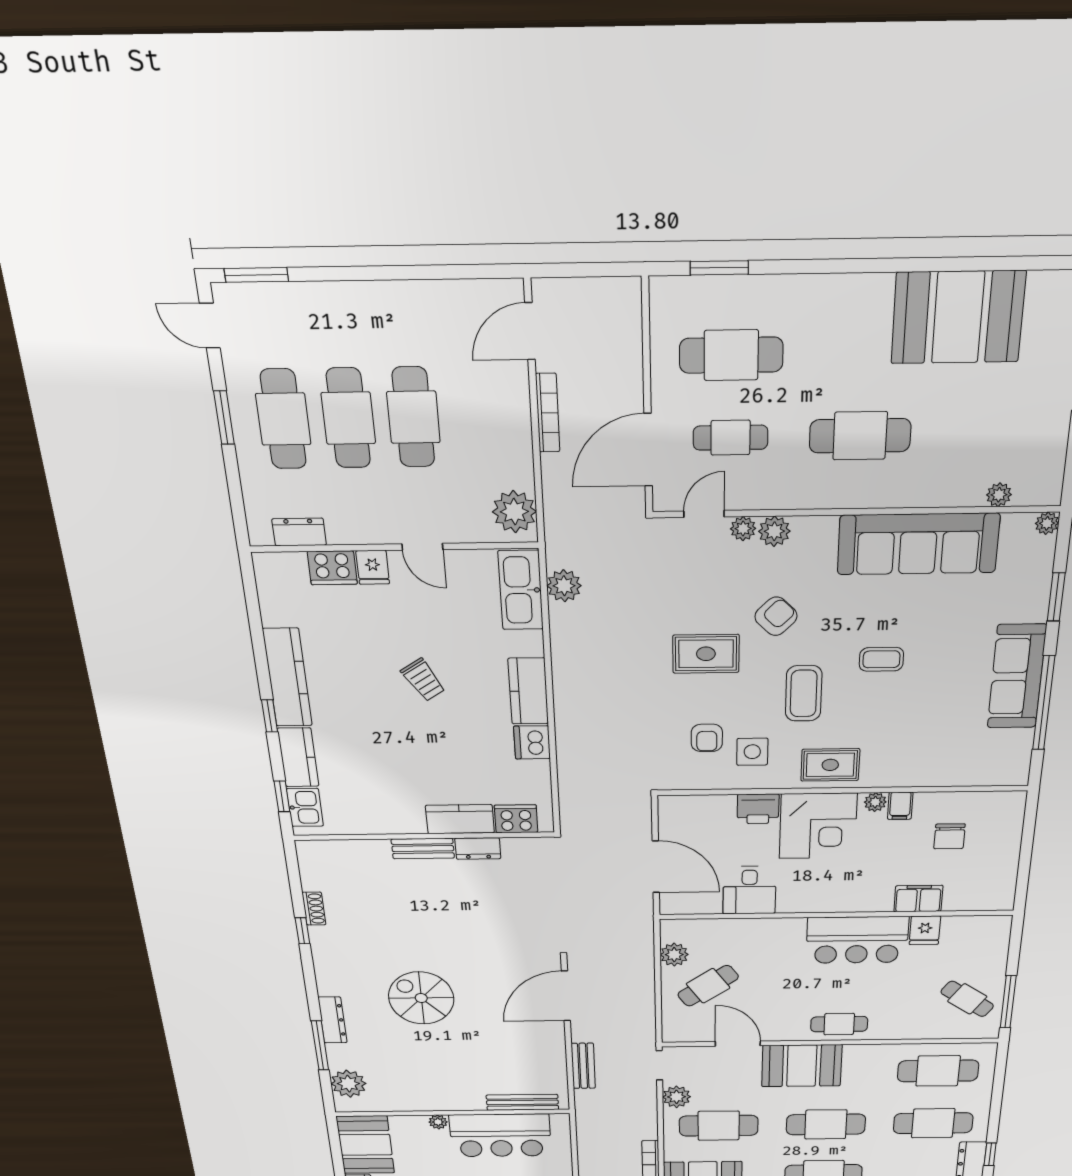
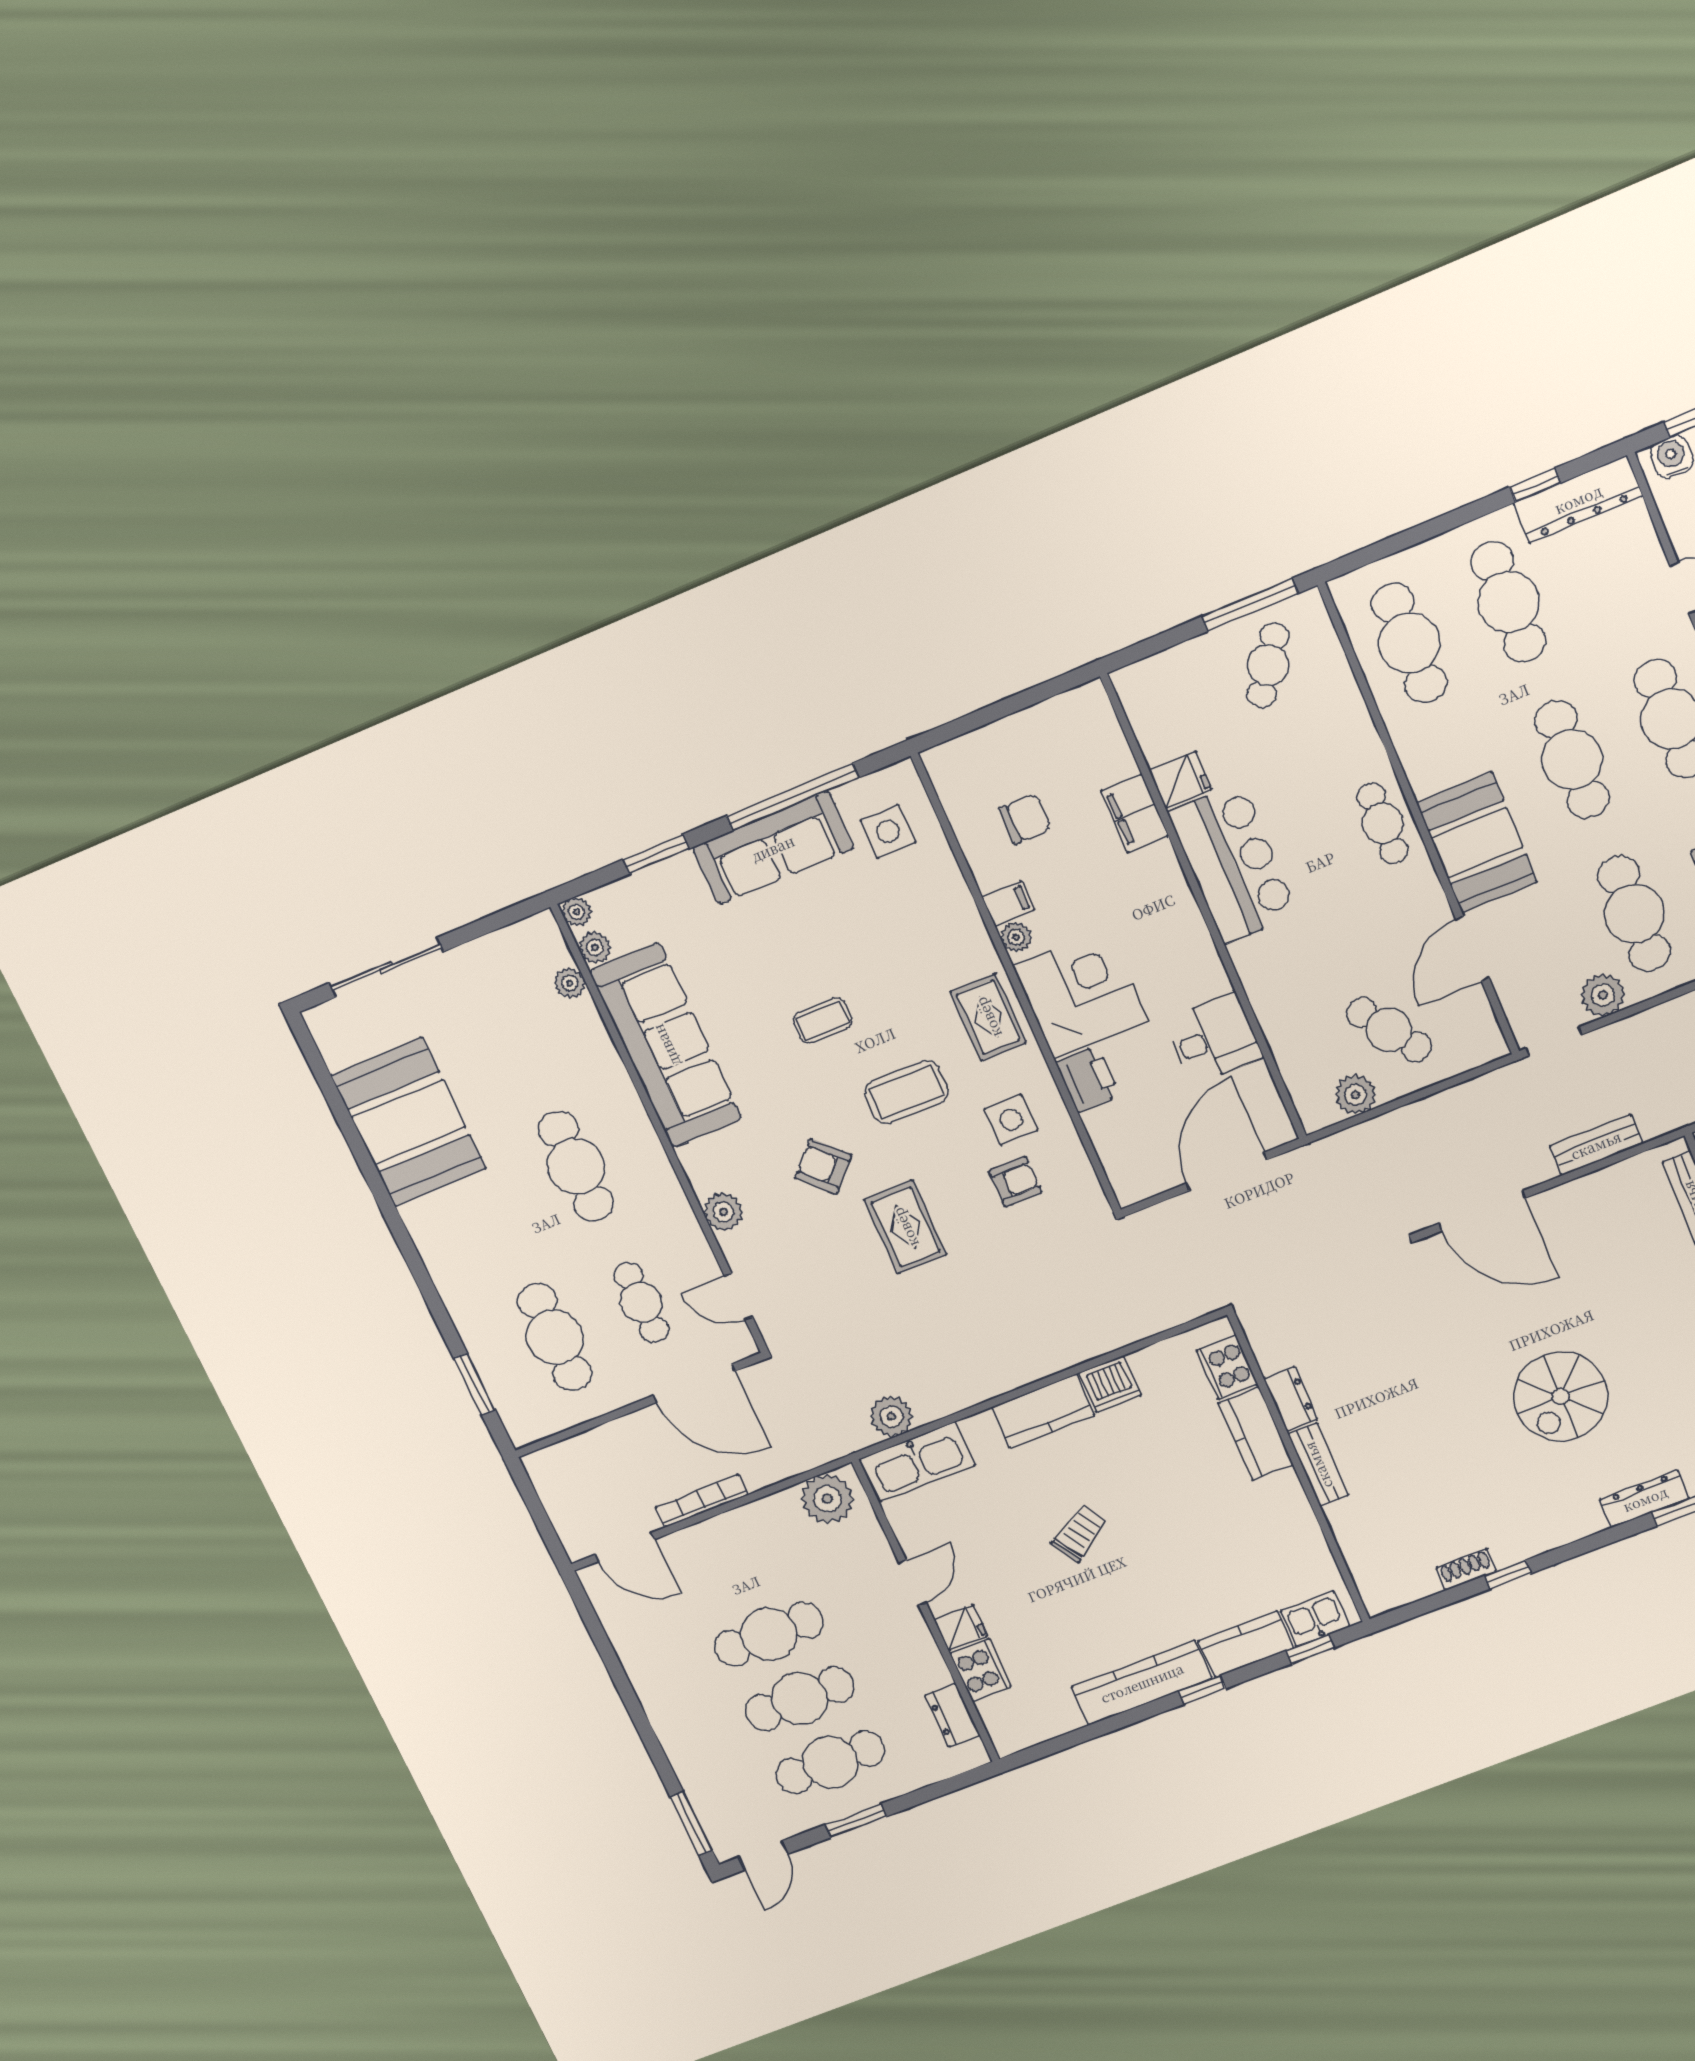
plant: (743, 529) -> (595, 948), moved
coffee table: (881, 659) -> (823, 1020), turned 90
side table: (987, 753) -> (888, 831), added

